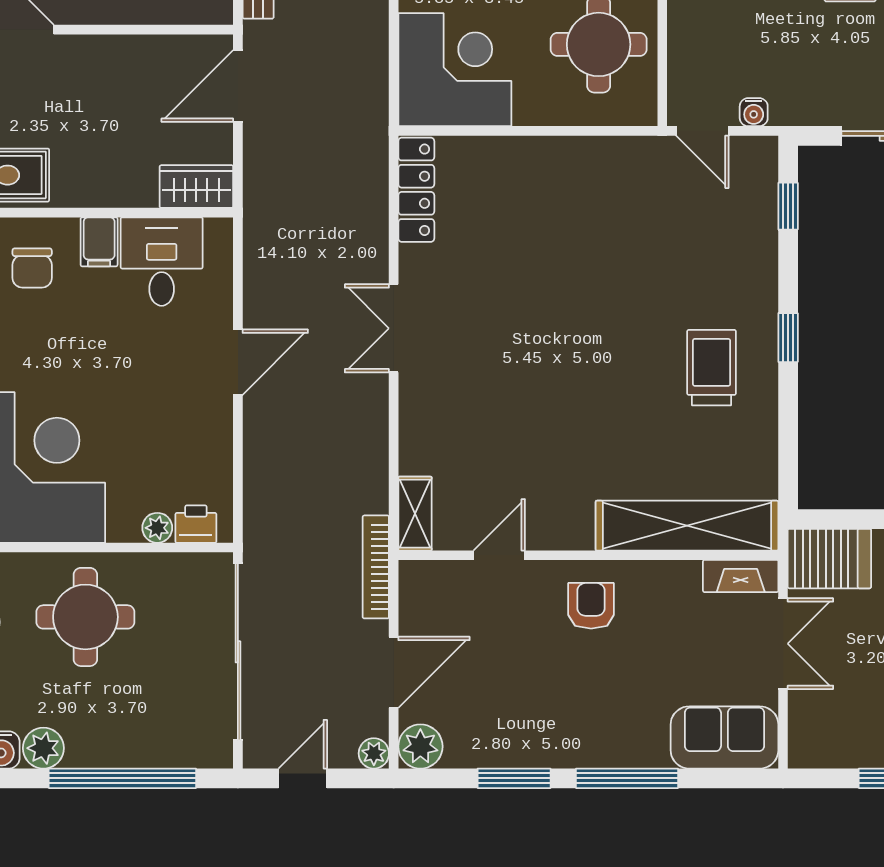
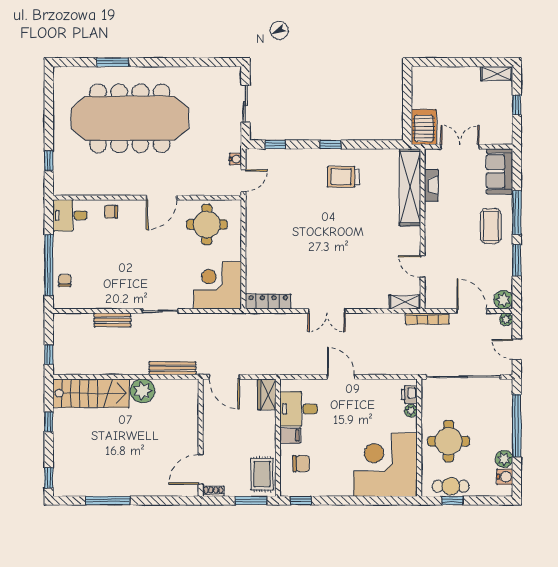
fireplace: (741, 576) -> (431, 185), moved
armchair: (591, 606) -> (444, 228), removed
coffee table: (595, 717) -> (491, 226), added

